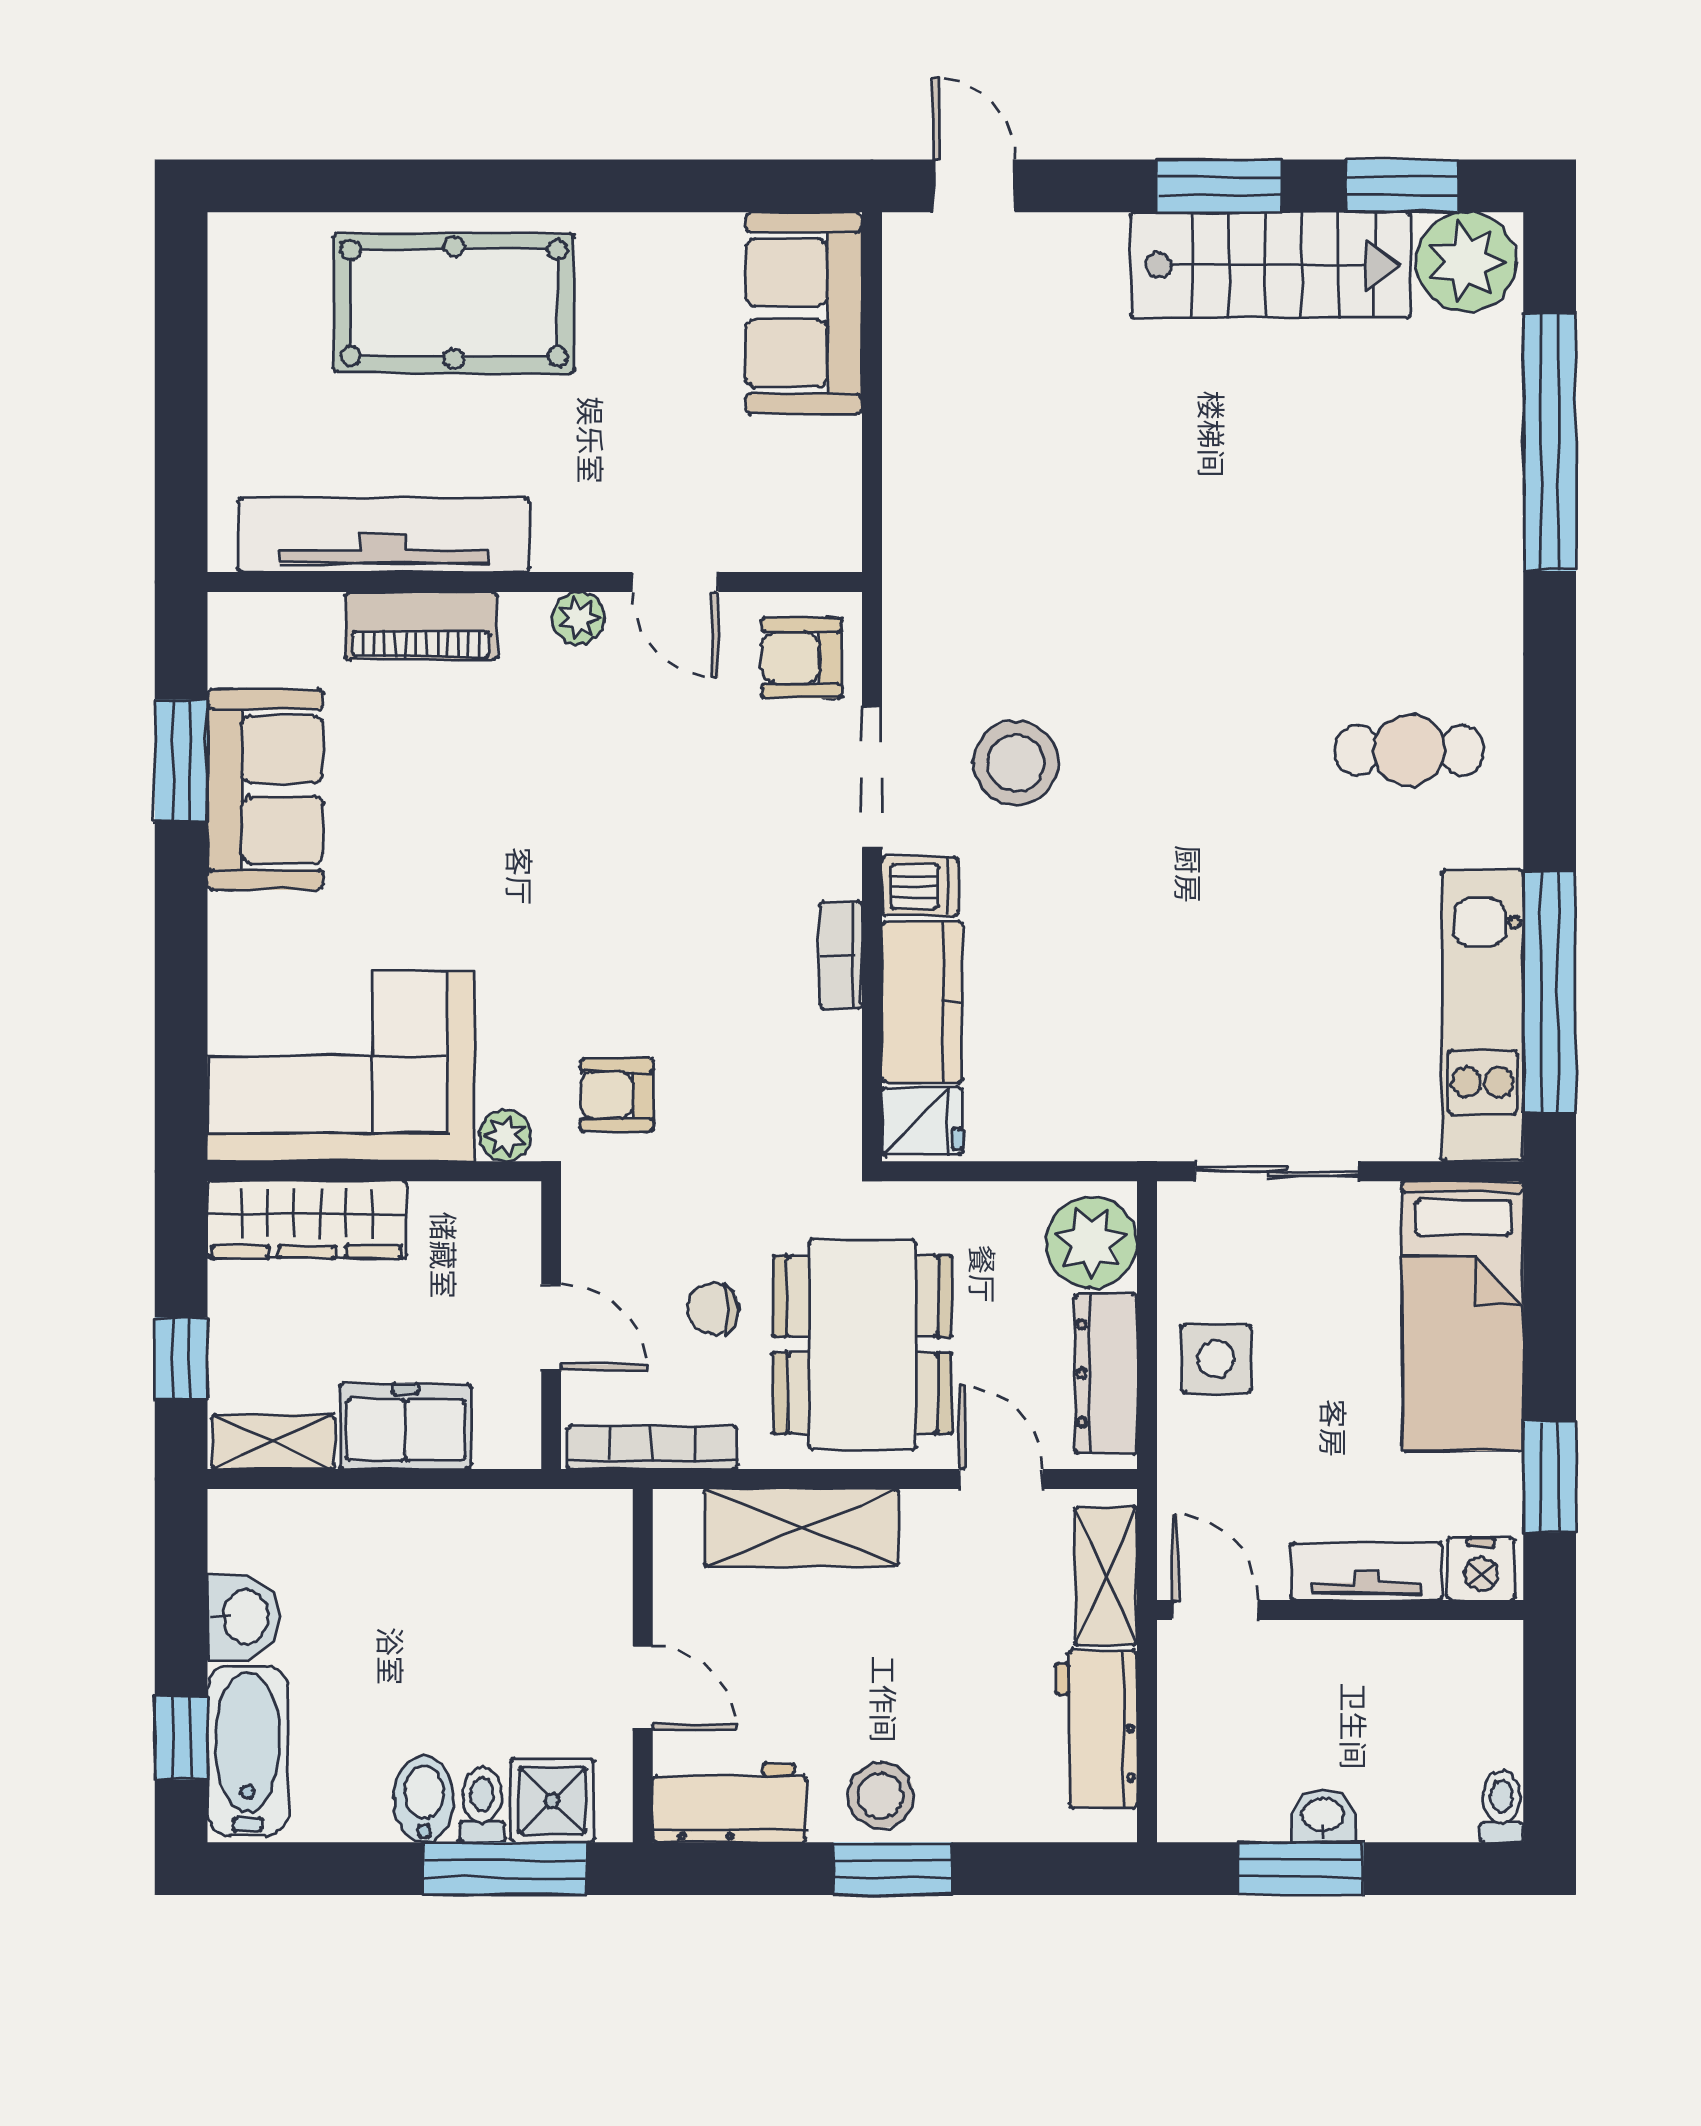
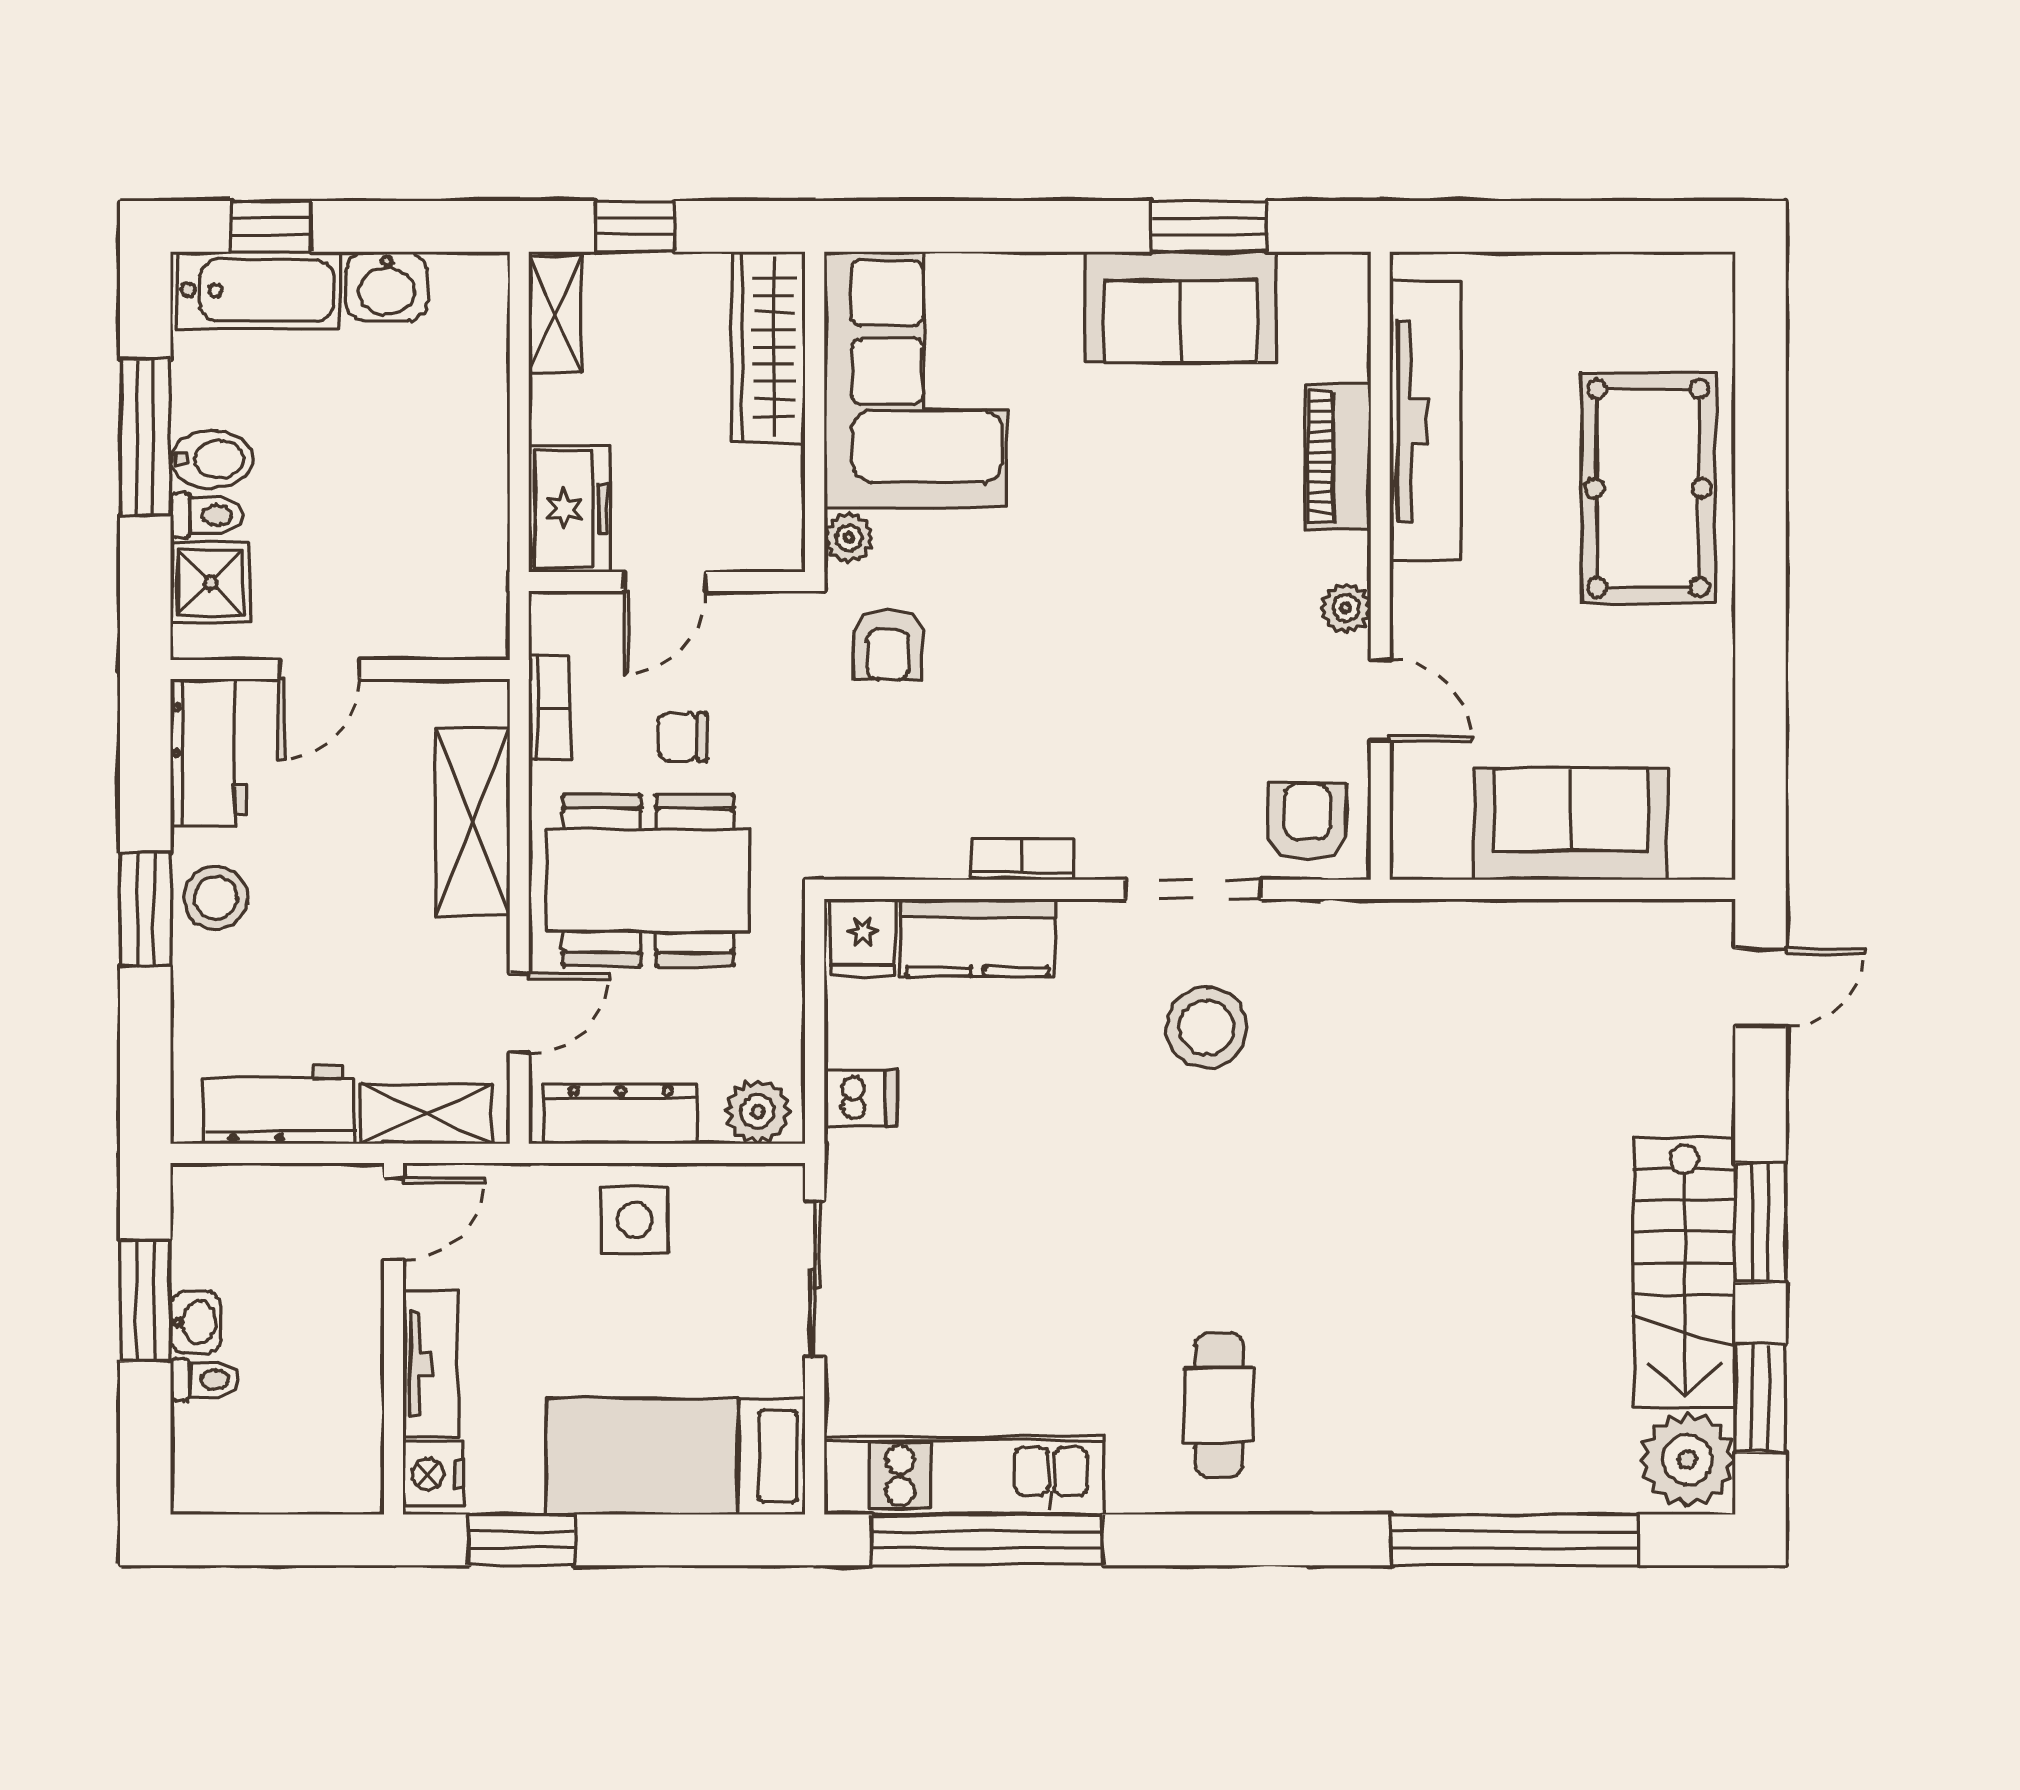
sofa: (804, 313) -> (1571, 824), moved
door: (675, 582) -> (1380, 701), swing flipped
dishwasher: (920, 886) -> (861, 1098), moved, turned -90
armchair: (617, 1095) -> (888, 645), turned 180
plant: (1091, 1243) -> (758, 1112), width x0.73, depth x0.73
chair: (713, 1309) -> (683, 737), turned -90
freezer: (405, 1426) -> (570, 509), moved
bookcase: (652, 1448) -> (549, 708), width x0.64
toilet: (1501, 1807) -> (205, 1380), moved
window: (505, 1869) -> (145, 437), moved

